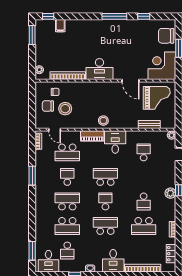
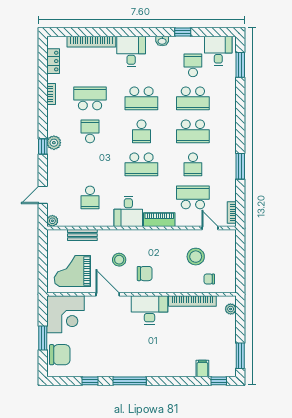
chair: (48, 106) -> (145, 274), moved
stool: (103, 121) -> (119, 260), moved
school desk: (67, 226) -> (193, 98), turned 180

